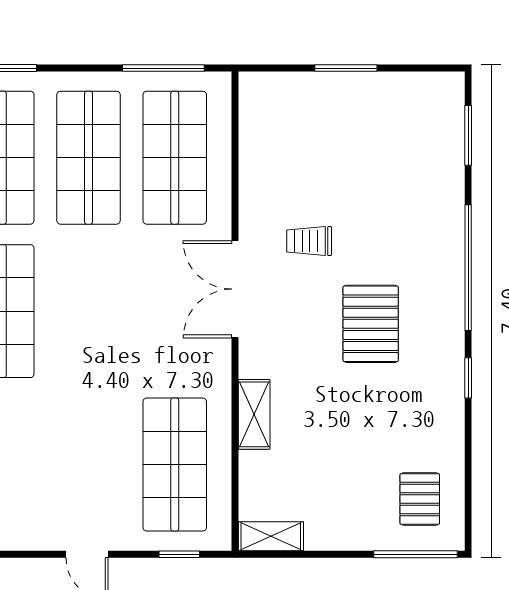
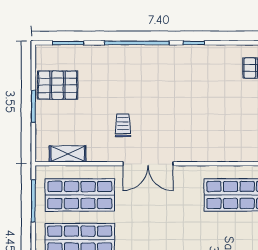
trolley: (309, 241) -> (123, 125), turned 180
pallet: (371, 324) -> (58, 85), moved
shelving: (254, 414) -> (68, 154), moved

